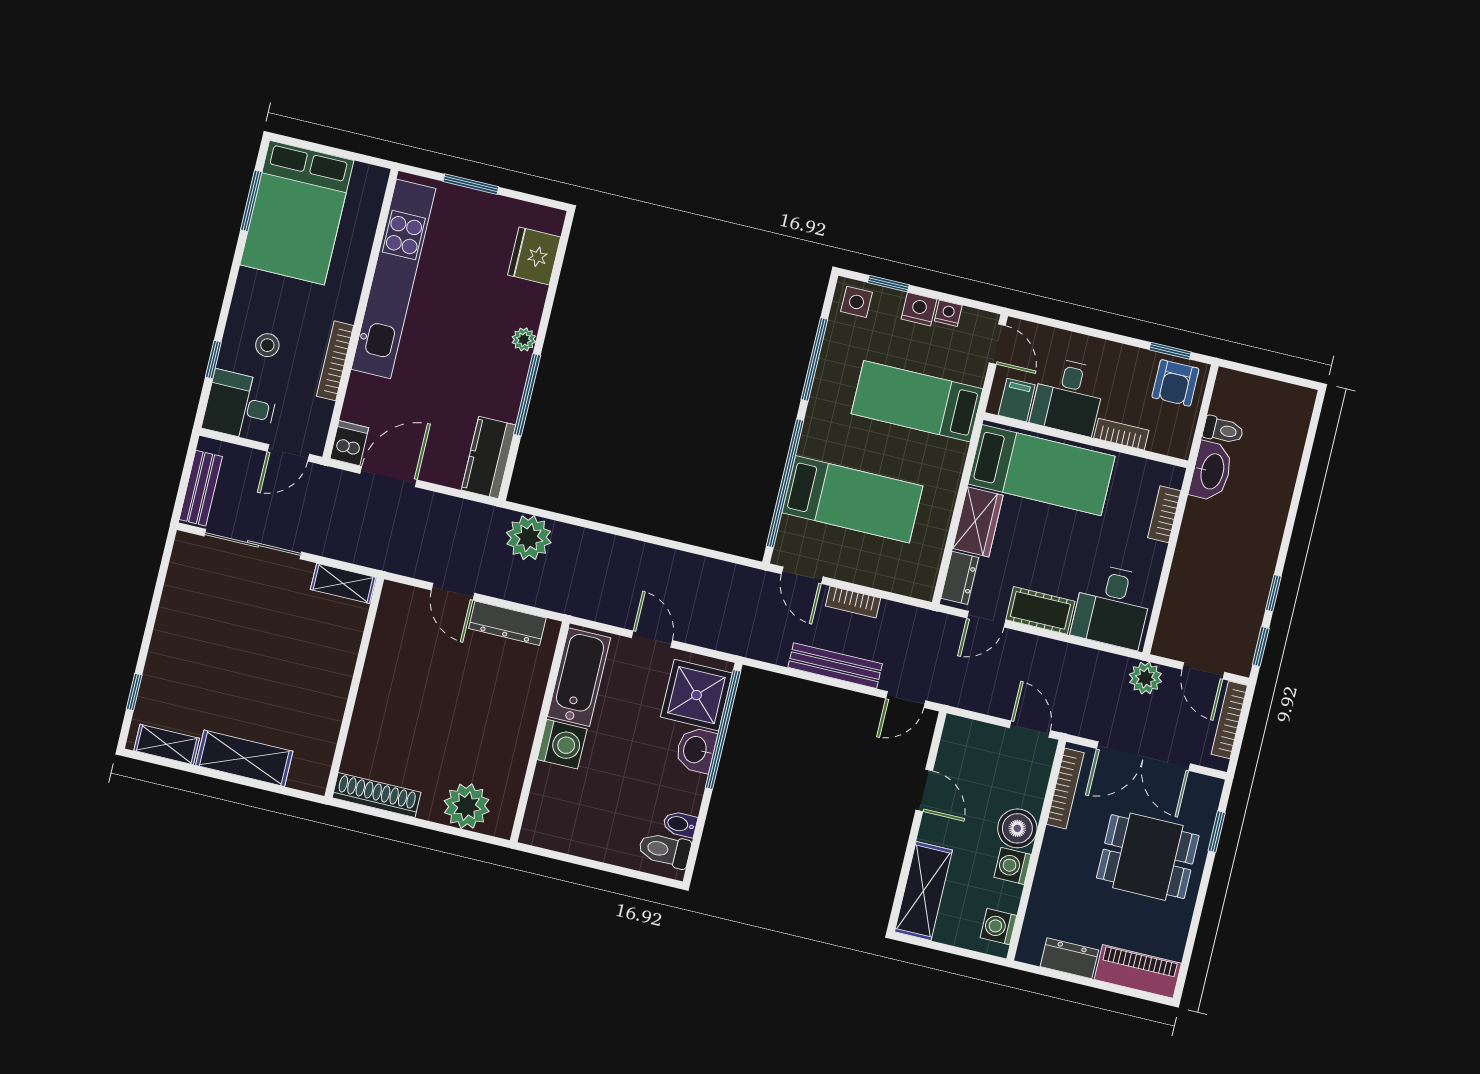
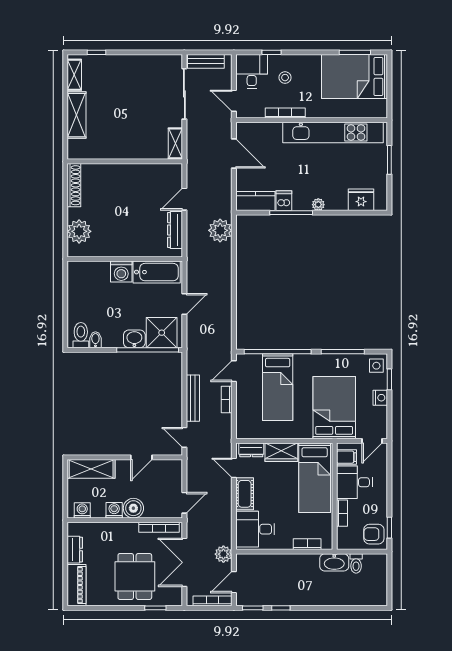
nightstand: (948, 313) -> (382, 413), removed
bed: (917, 401) -> (334, 408), width x1.50
dishwasher: (349, 443) -> (284, 201), moved, turned -90

